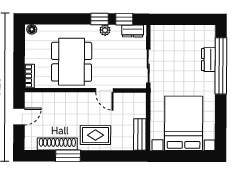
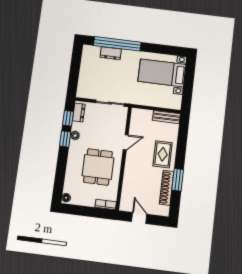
dining table: (72, 62) -> (98, 167), width x0.73
bed with nightstands: (184, 123) -> (162, 73), width x0.73

